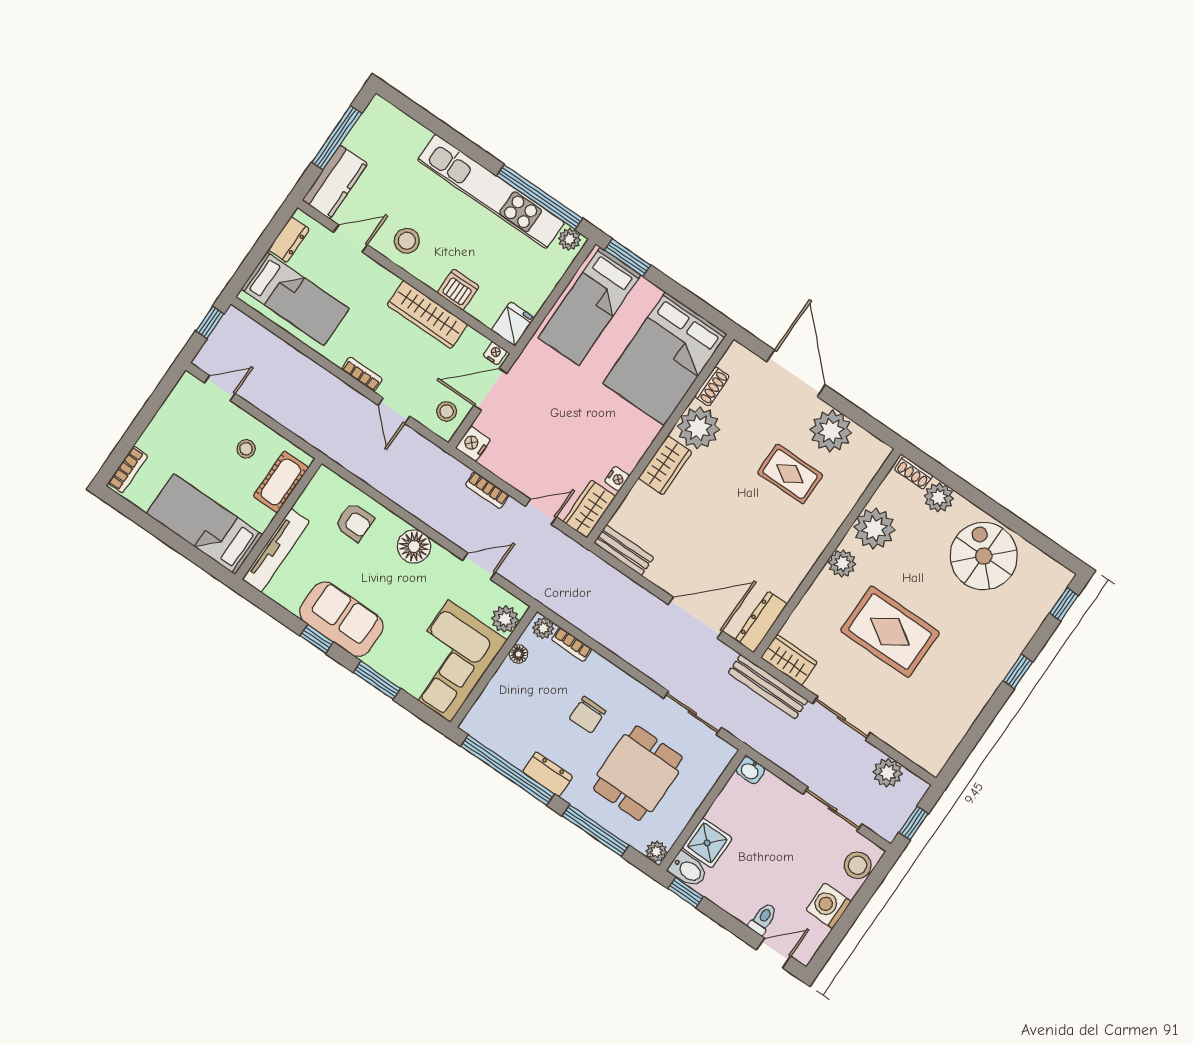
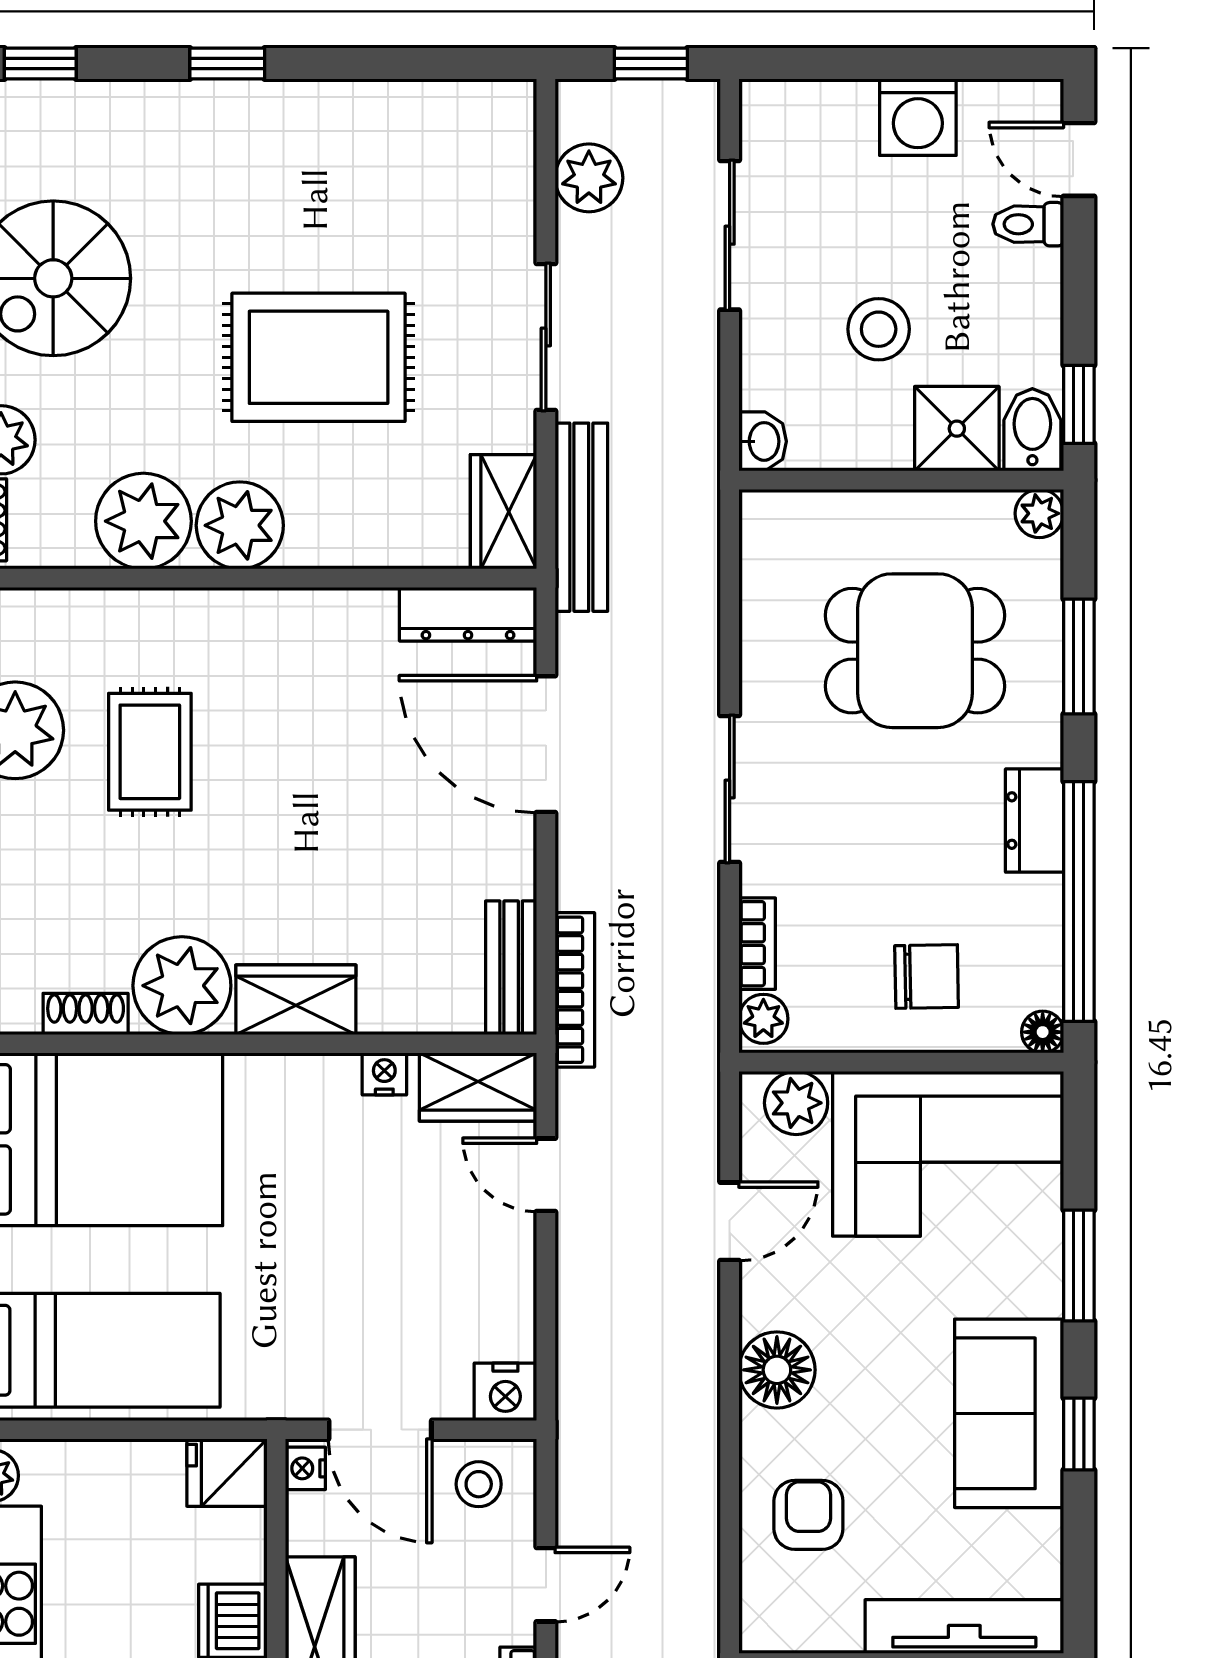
bookcase: (487, 490) -> (575, 990), moved, width x1.56
plant: (842, 563) -> (240, 525), width x1.36, depth x1.36
door: (479, 566) -> (730, 1221), swing flipped
rug: (890, 632) -> (319, 357), turned 90
floor lamp: (518, 654) -> (1043, 1032), moved
sliding door: (693, 713) -> (730, 789), moved
chair: (588, 715) -> (927, 976), moved
window: (595, 831) -> (1079, 657), width x0.69
stool: (858, 865) -> (879, 329), moved

